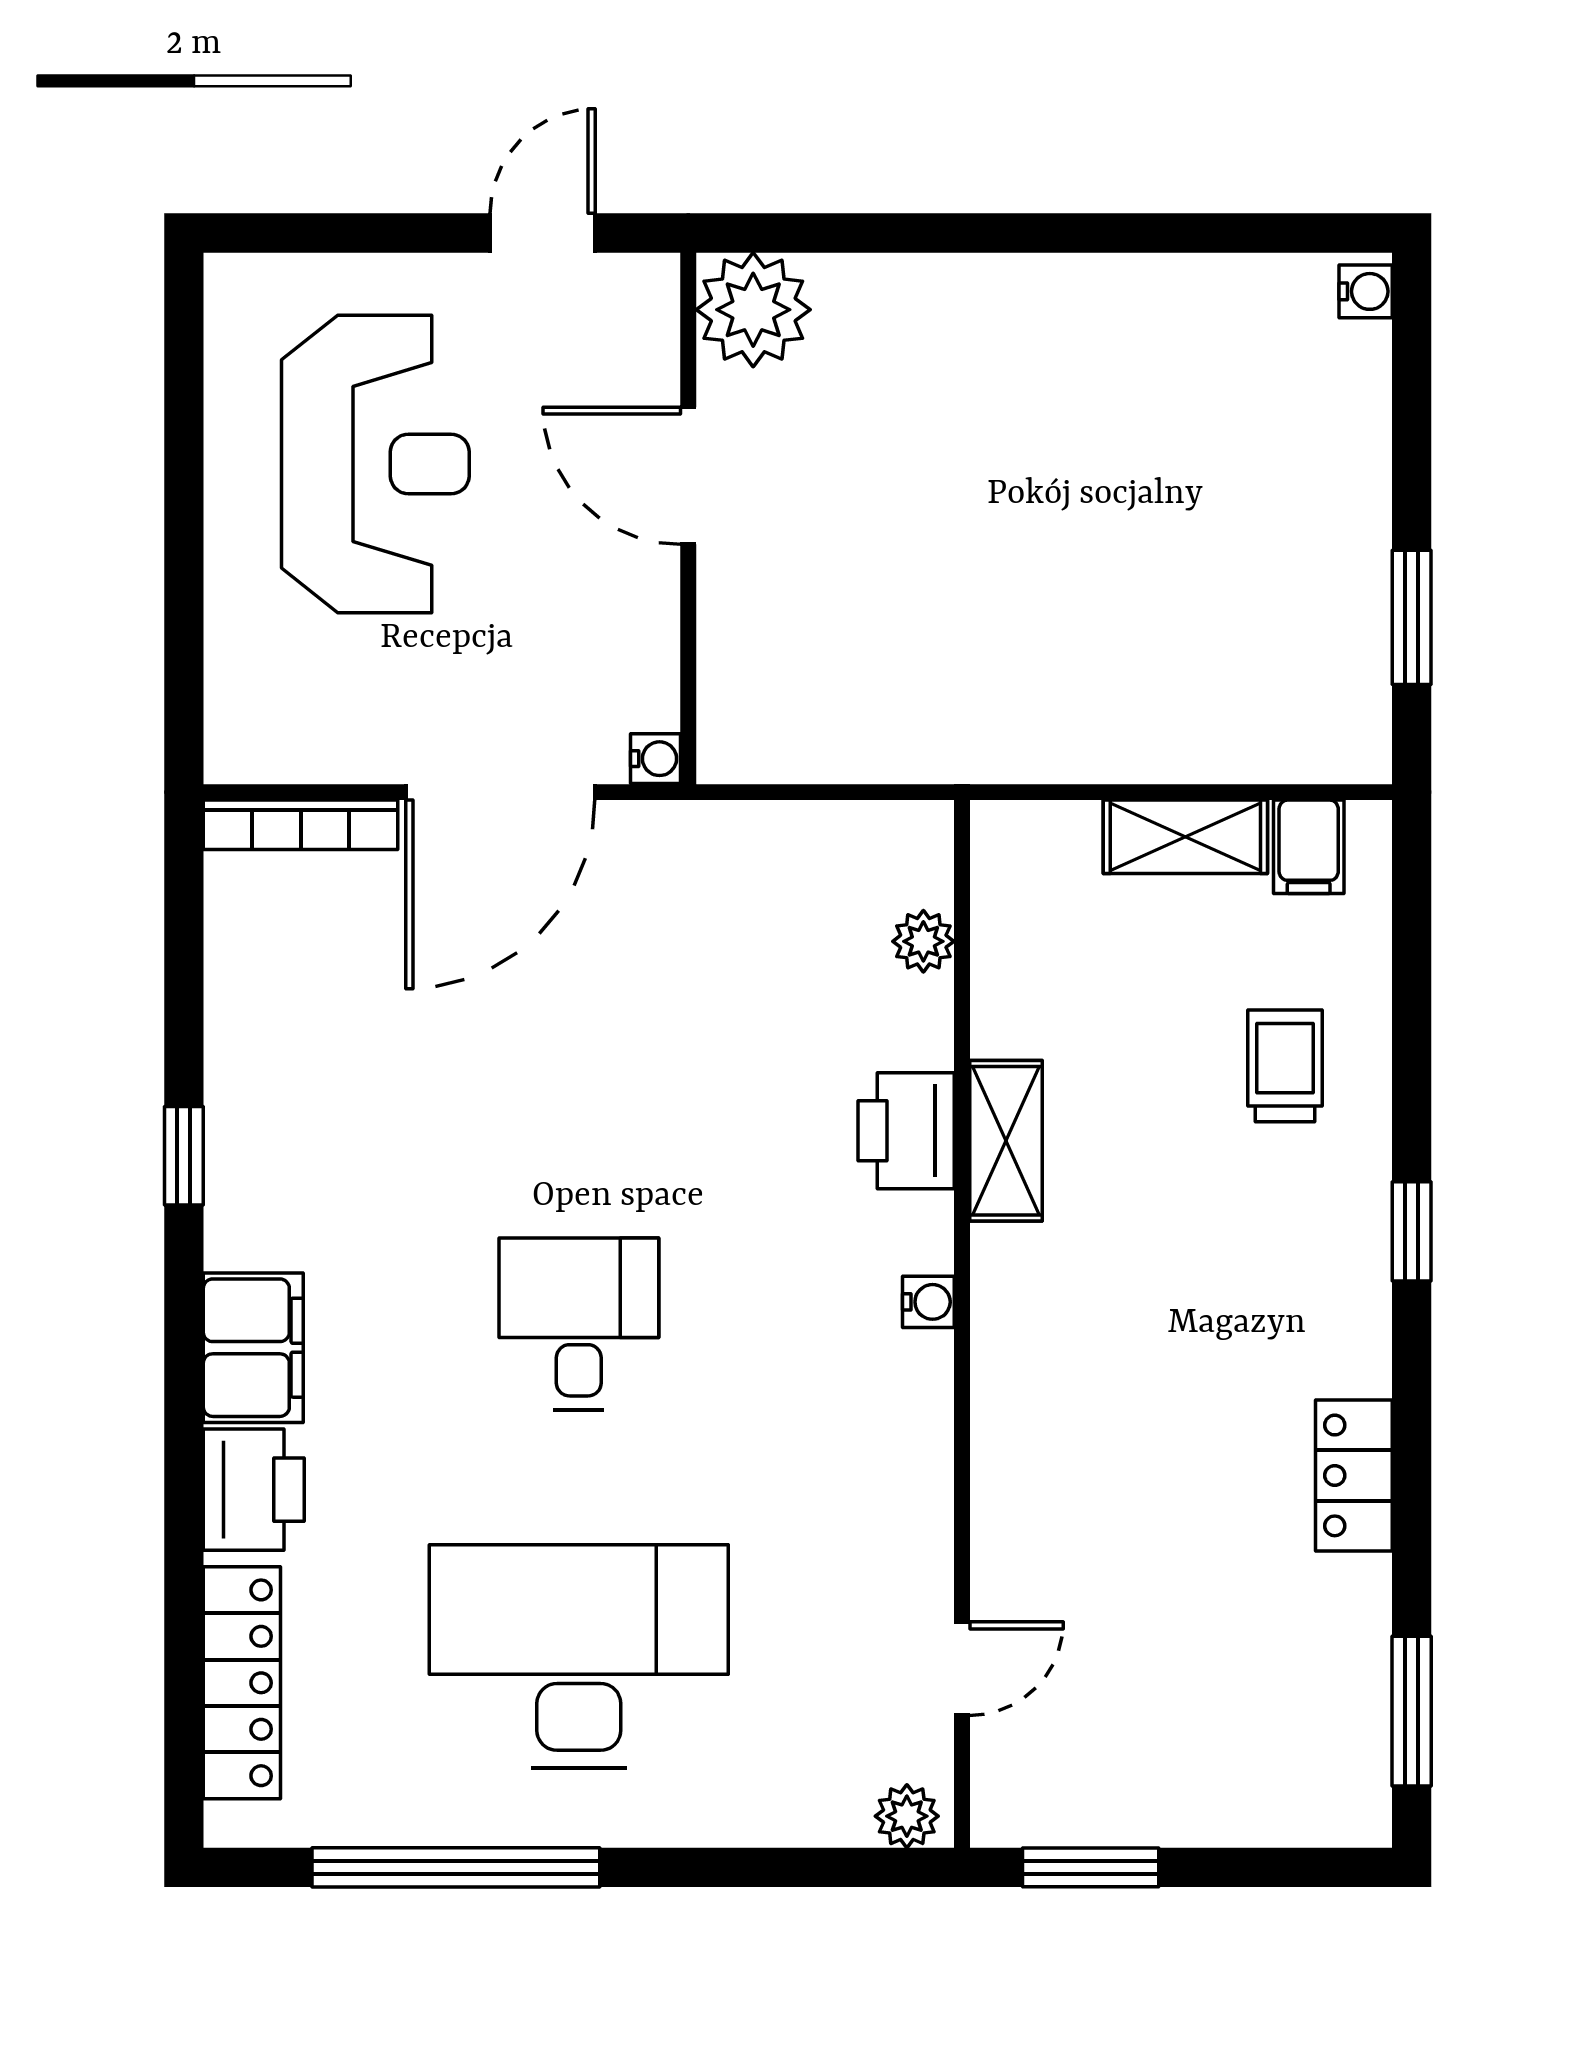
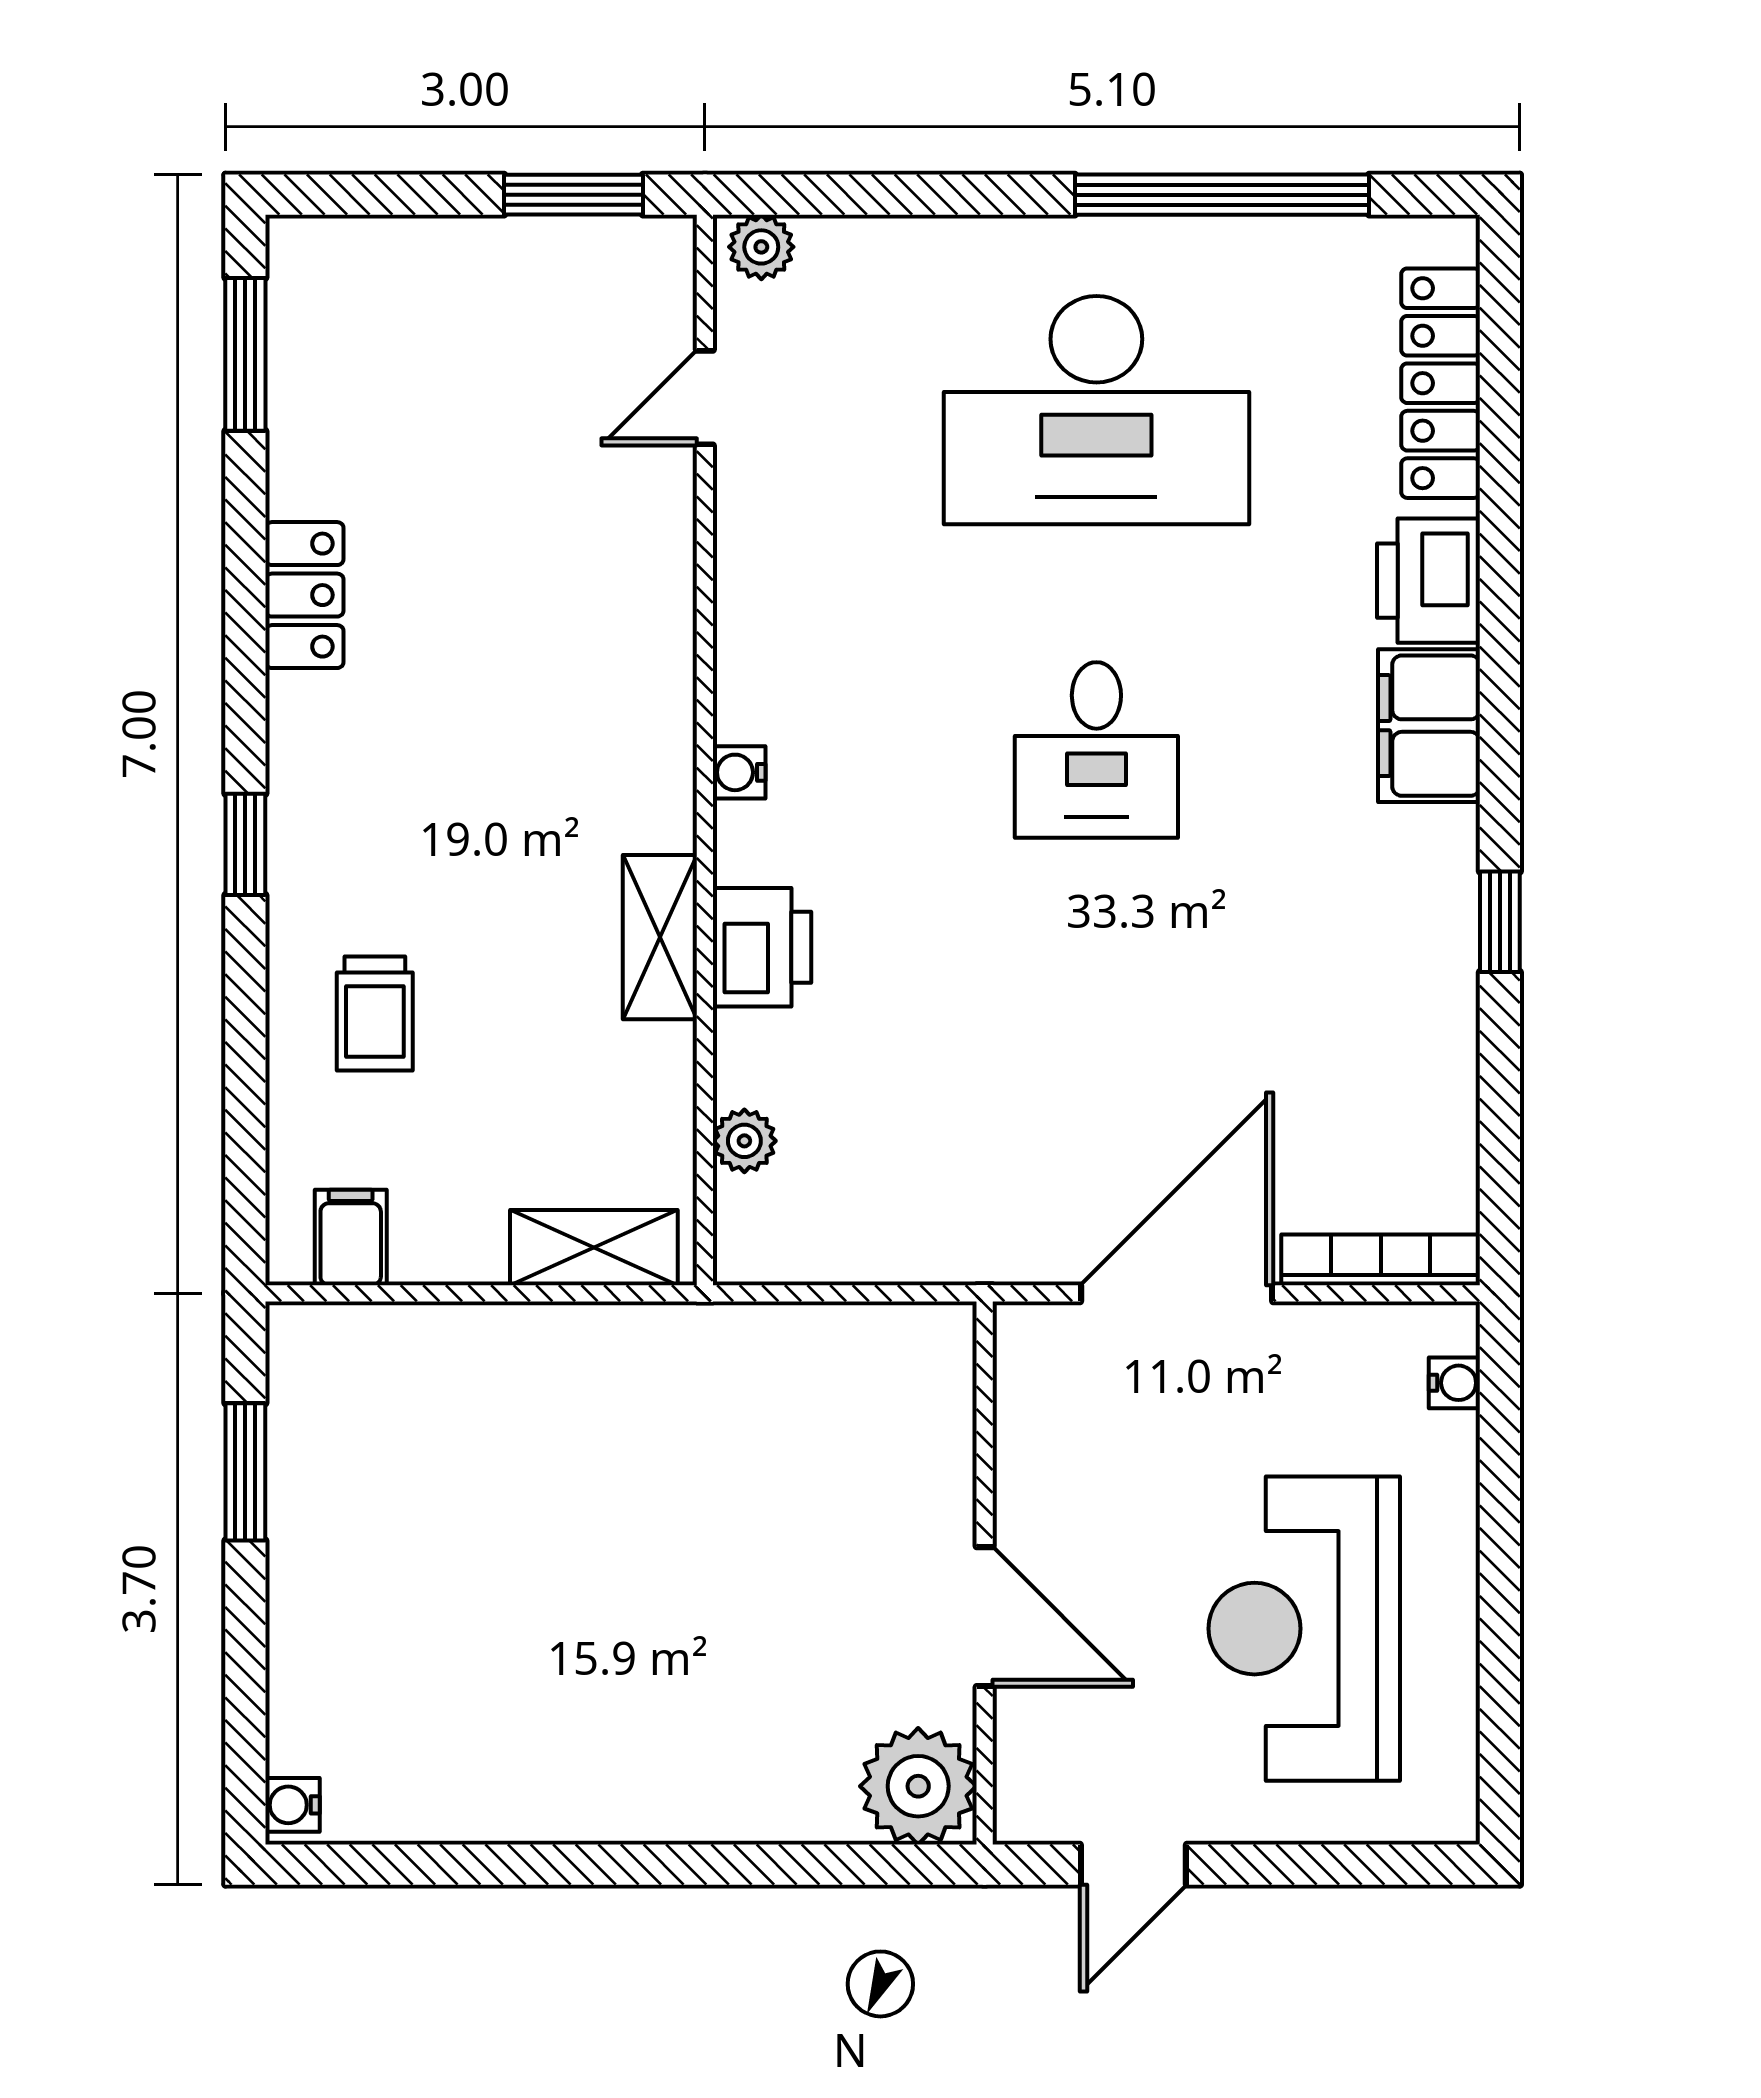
water cooler: (656, 759) -> (1454, 1383), moved, turned 180
shelving: (1185, 837) -> (594, 1248), moved

